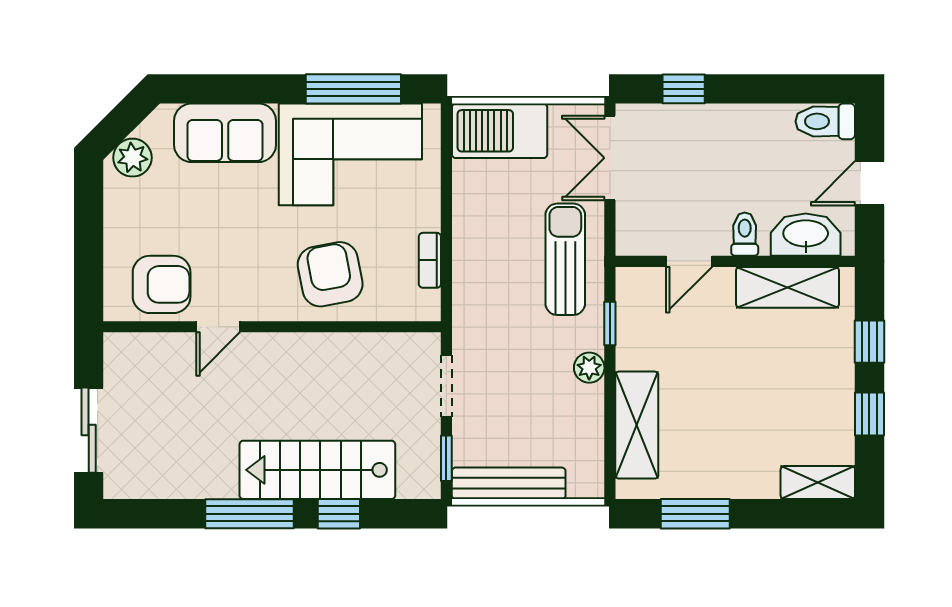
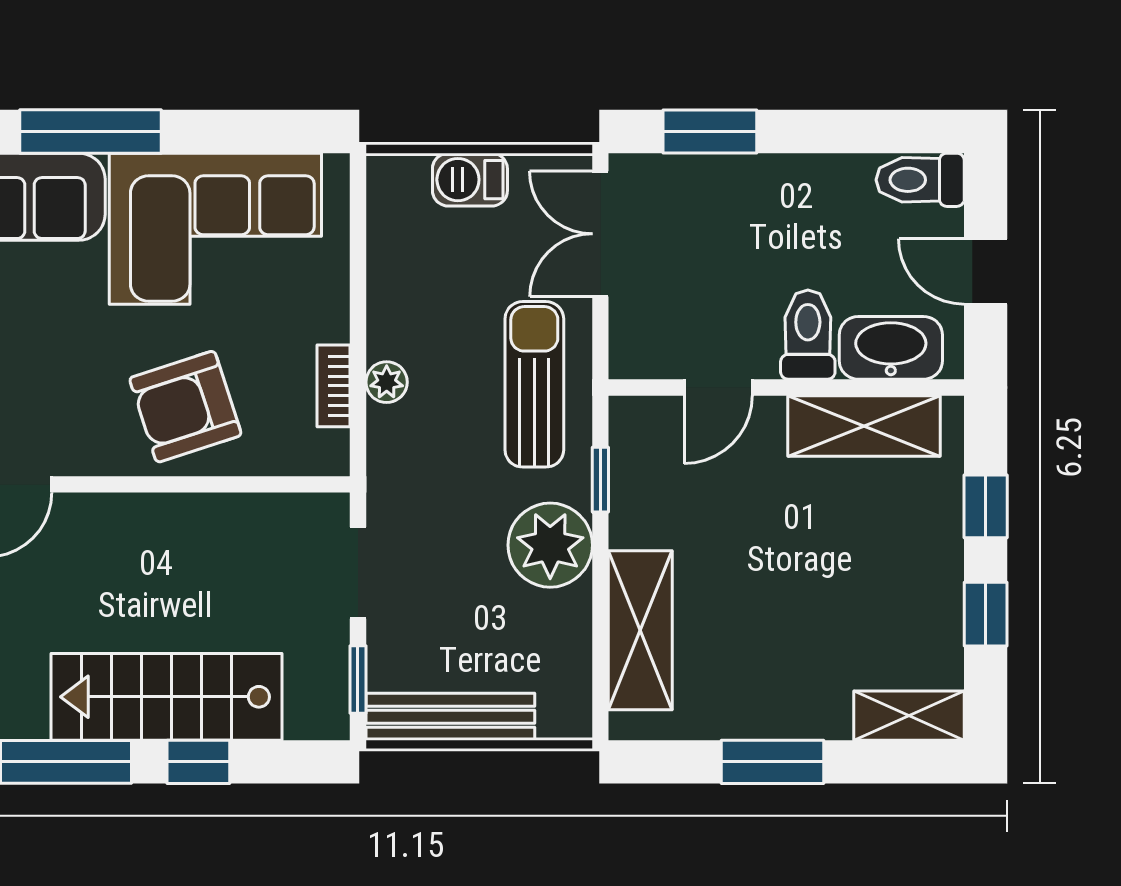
window: (353, 89) -> (91, 131), moved
window: (684, 89) -> (710, 131), width x1.50
barbecue: (500, 131) -> (470, 180), width x0.53, depth x0.65
door: (869, 183) -> (986, 272), hinge flipped
toilet: (745, 234) -> (808, 335), width x1.37, depth x1.39
plant: (466, 258) -> (387, 382), added
armchair: (330, 274) -> (185, 407), turned -97
plant: (589, 368) -> (550, 545), width x1.88, depth x1.88
window: (695, 514) -> (772, 762), moved

